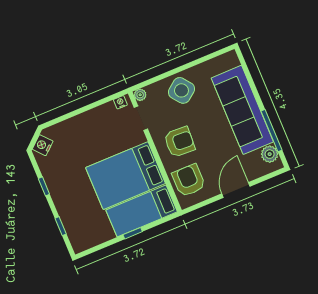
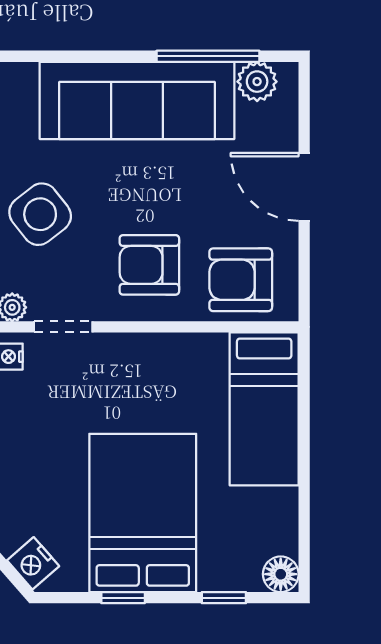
armchair: (179, 142) -> (149, 265), turned -93
bed: (126, 176) -> (143, 513), moved, turned 180
window: (133, 233) -> (304, 448), removed
floor lamp: (79, 245) -> (281, 574), added

